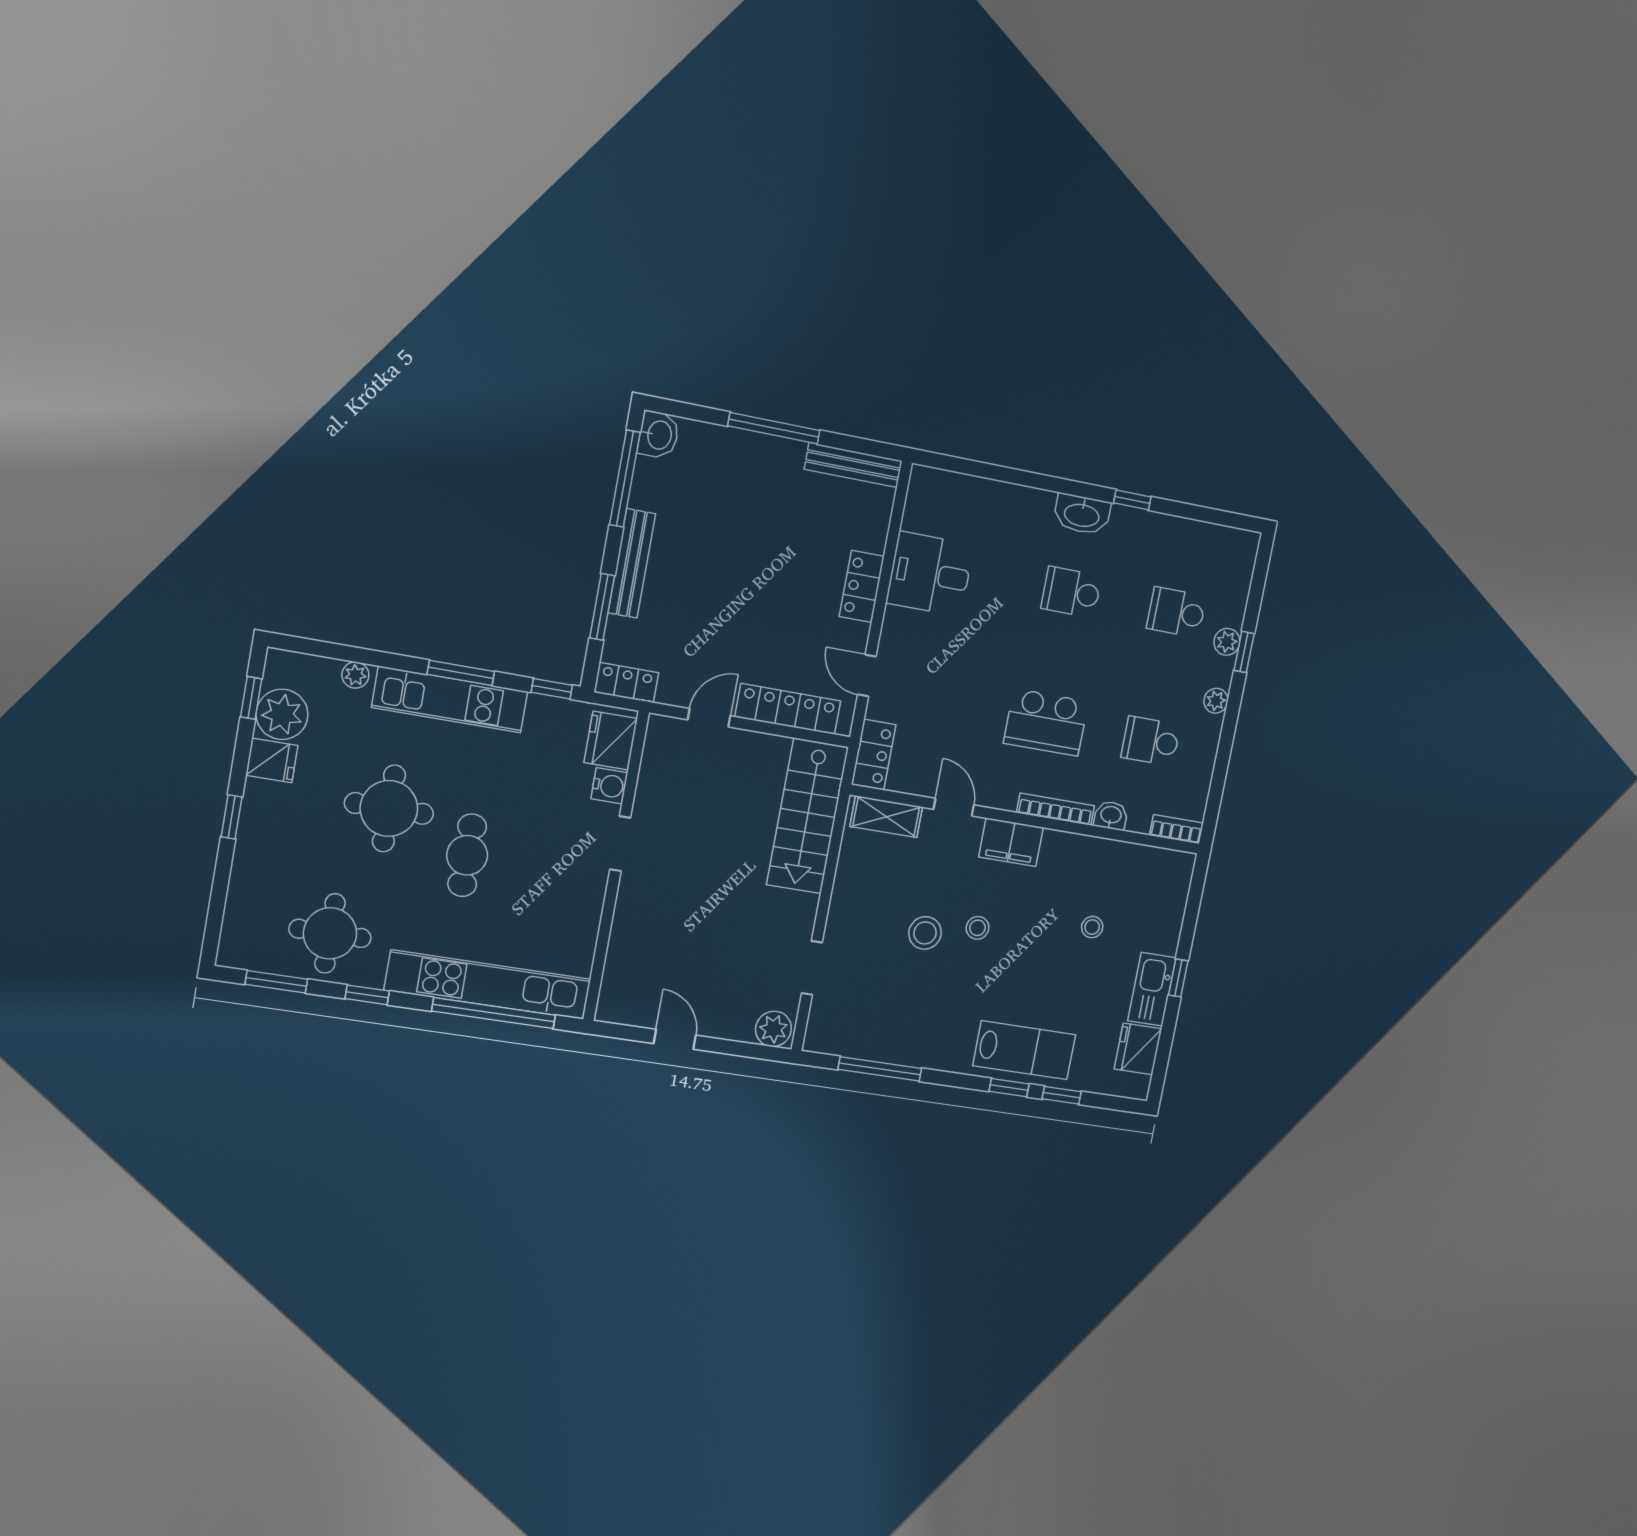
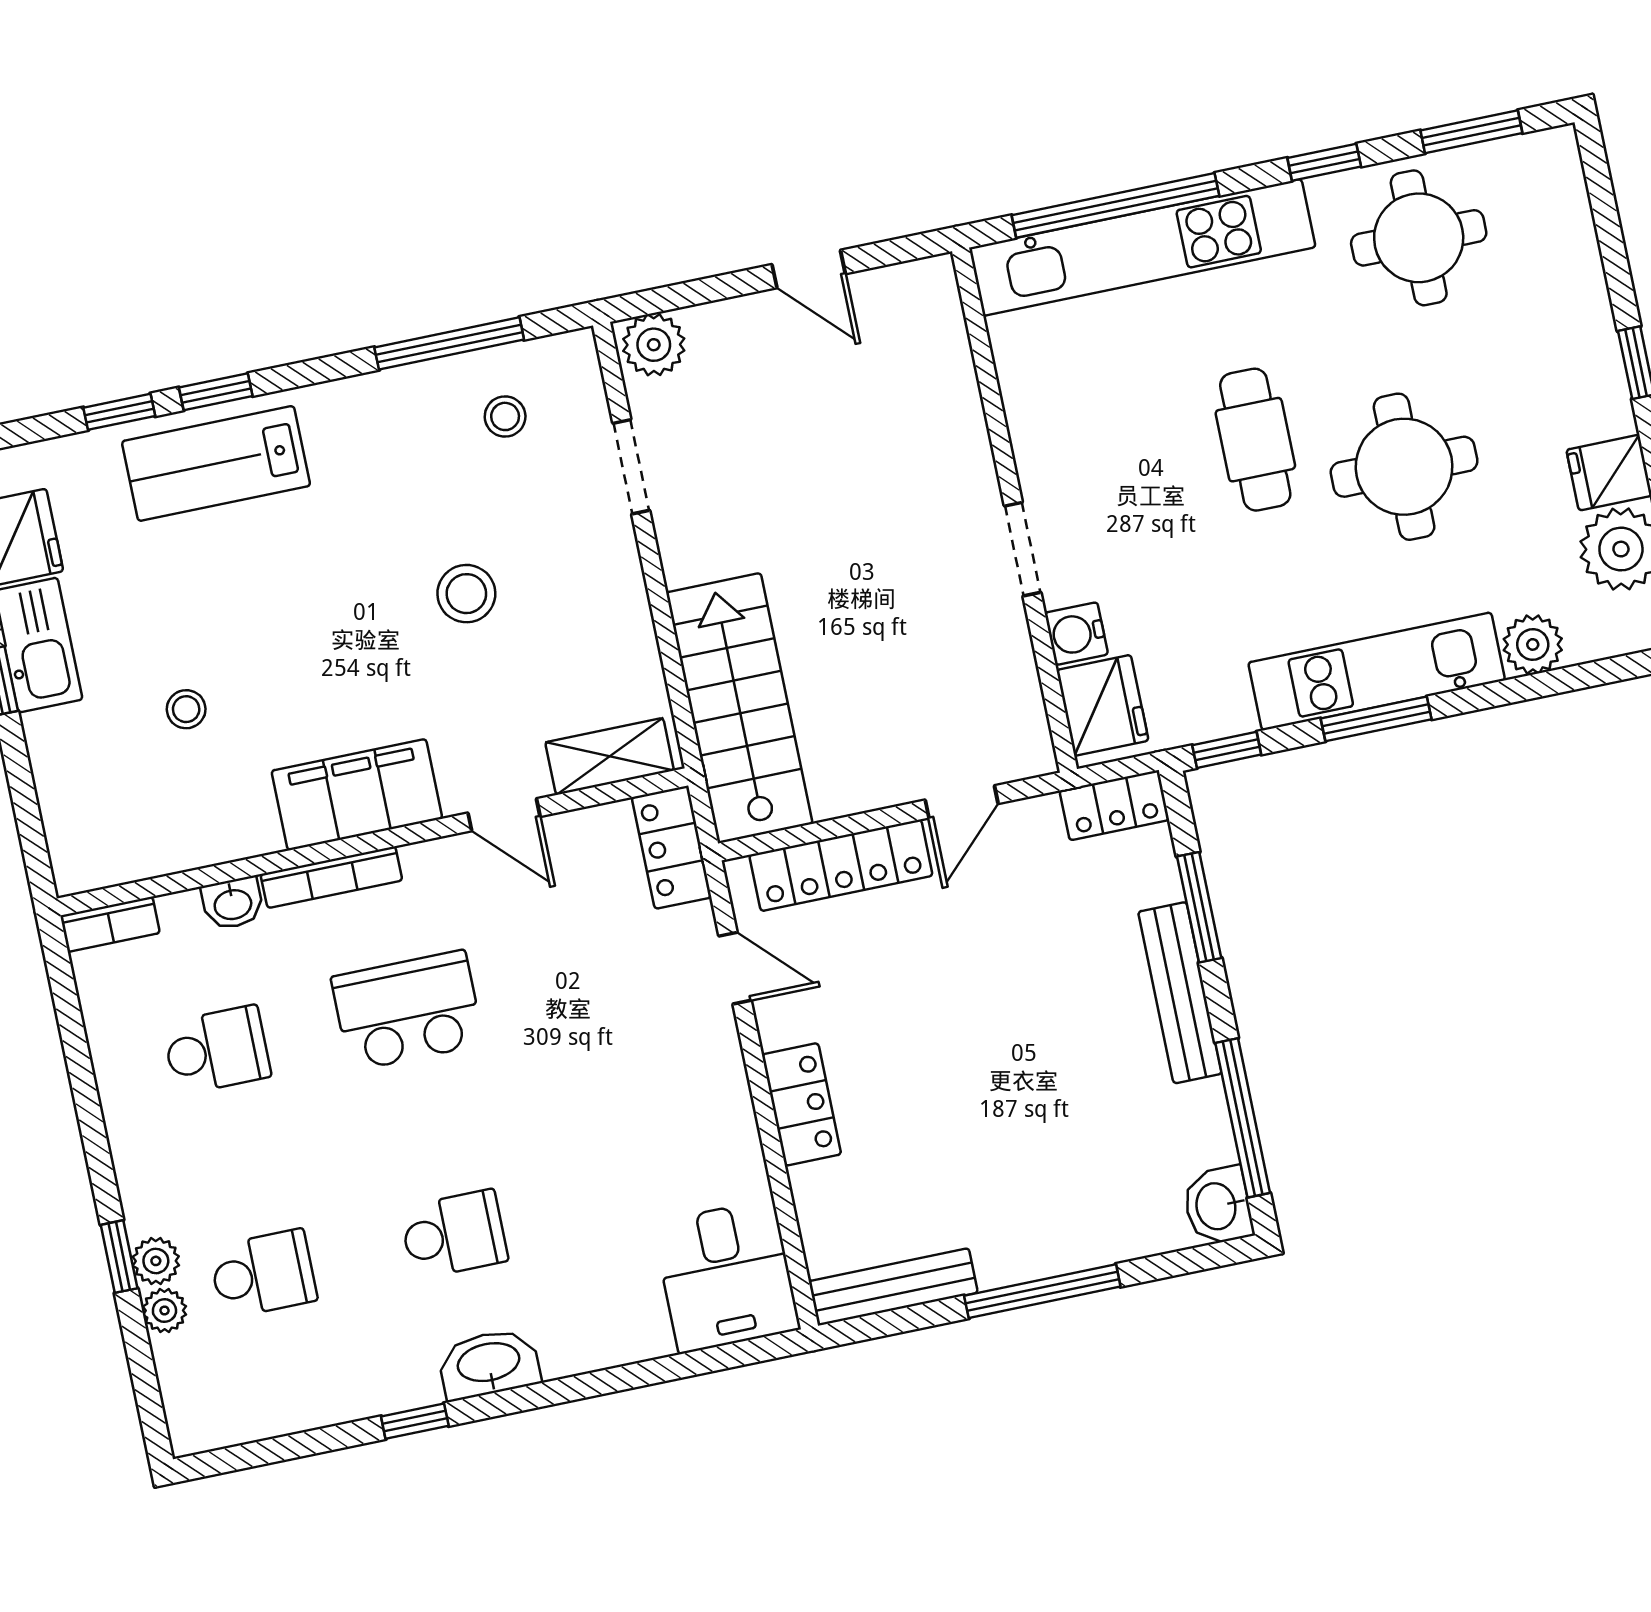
desk: (930, 574) -> (726, 1276), moved, turned 90
plant: (355, 675) -> (1533, 644), width x1.38, depth x1.38
plant: (1216, 701) -> (164, 1311), moved
filing cabinet: (1011, 842) -> (357, 795), width x1.50, depth x1.17
stool: (978, 928) -> (505, 416), moved

